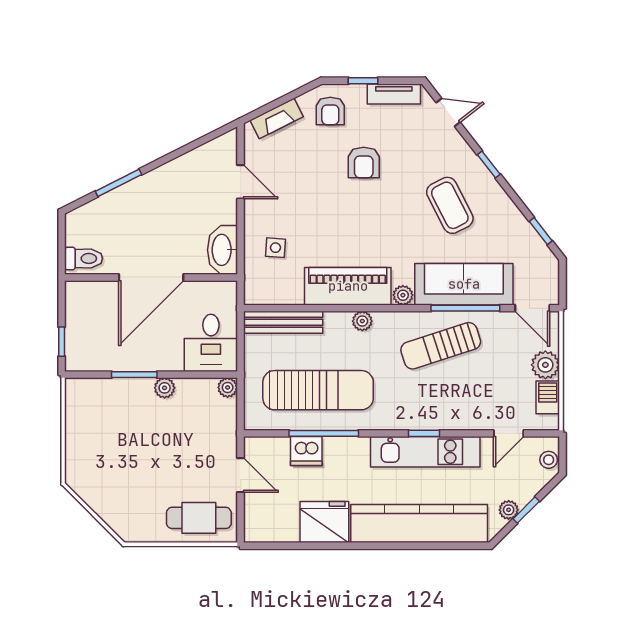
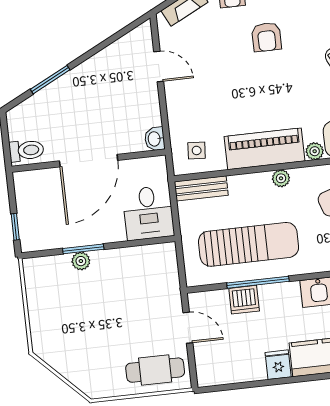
side table: (275, 248) -> (197, 150), moved
washbasin: (222, 250) -> (155, 139), width x0.52, depth x0.69
bench: (283, 322) -> (201, 188), width x0.73
plant: (228, 387) -> (168, 251), removed
plant: (165, 388) -> (81, 261), moved
fridge: (324, 522) -> (278, 365), width x0.53, depth x0.75

